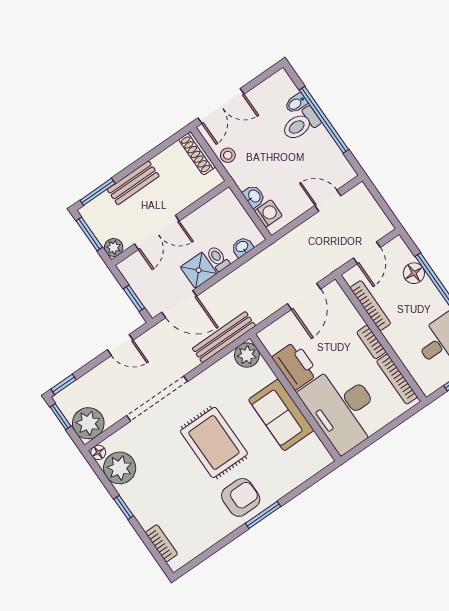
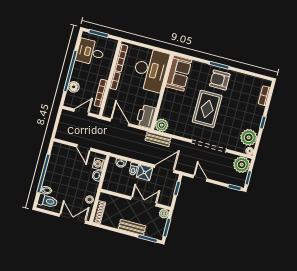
toilet: (301, 124) -> (48, 201), moved
door: (328, 201) -> (84, 148), moved
door: (304, 296) -> (119, 122), hinge flipped
door: (179, 304) -> (164, 169), hinge flipped
bench: (224, 337) -> (158, 139), width x0.73
printer: (295, 366) -> (146, 116), moved
sofa: (281, 415) -> (179, 73), moved

